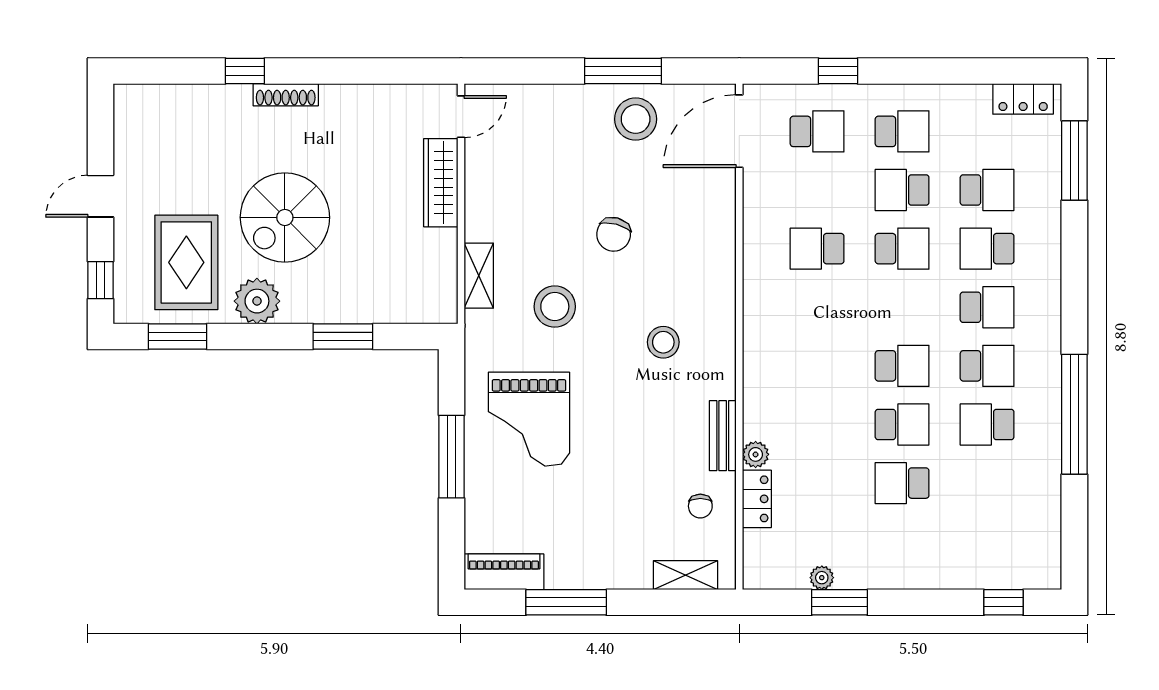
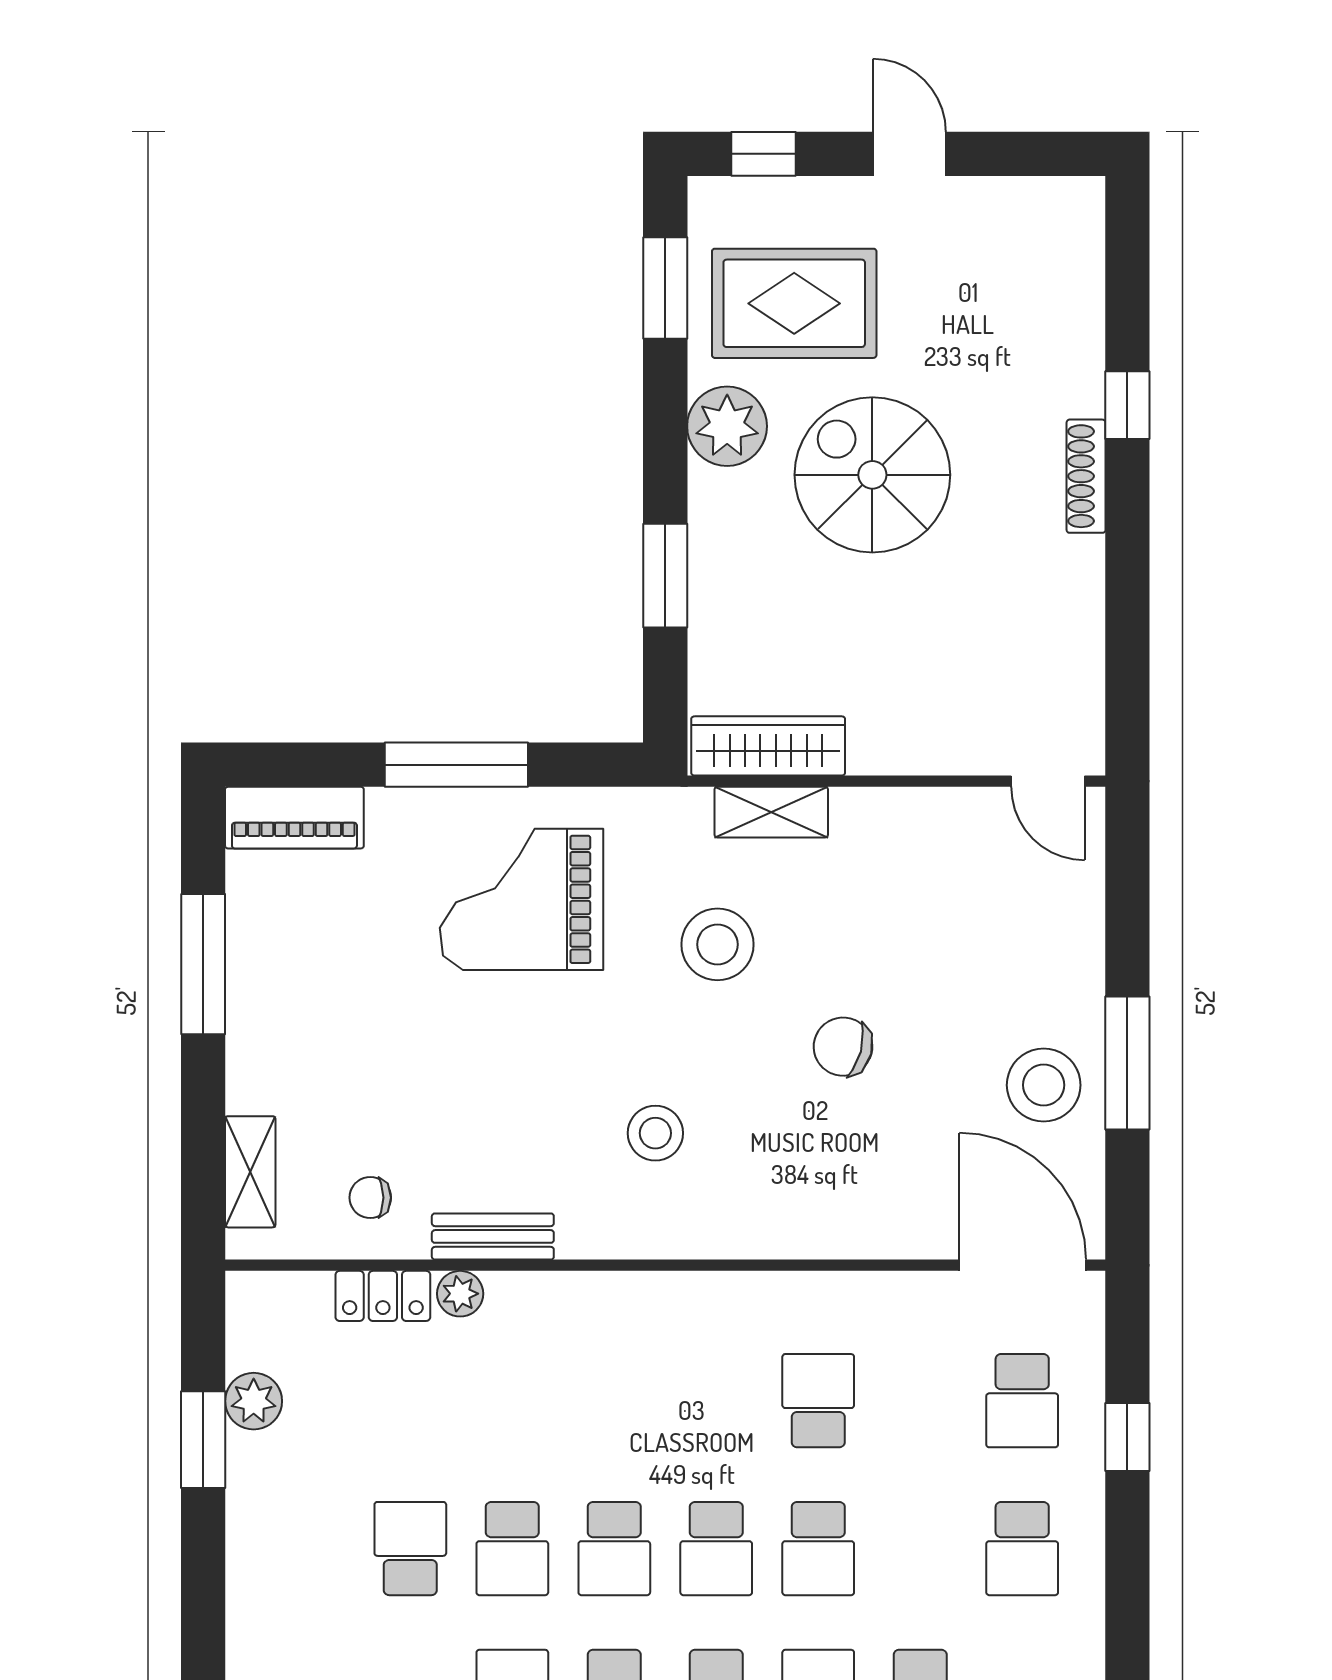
wardrobe: (441, 183) -> (768, 746), moved
school desk: (902, 190) -> (716, 1549), moved, turned 180
piano: (504, 572) -> (294, 818), moved, turned 90
plant: (822, 578) -> (254, 1401), width x1.38, depth x1.38

